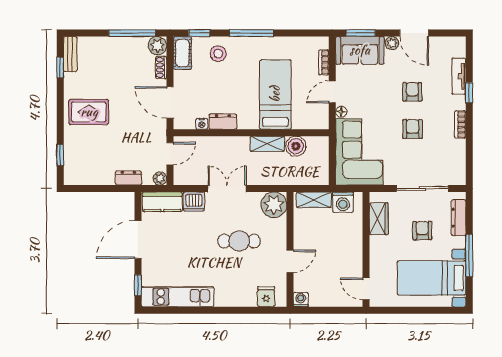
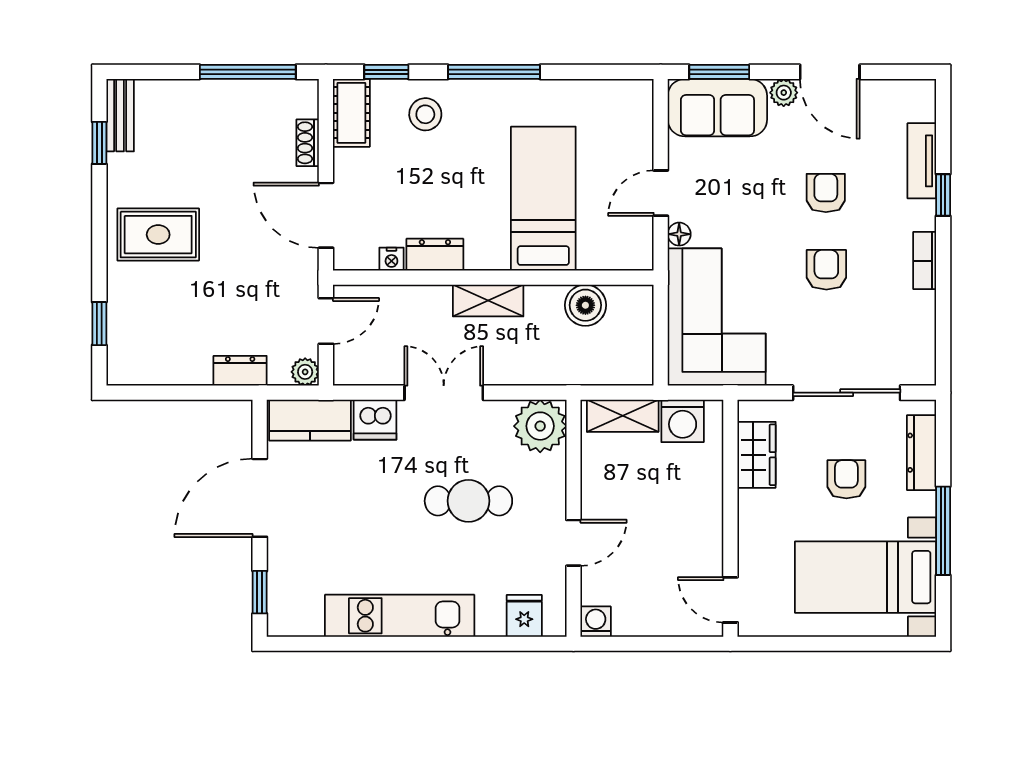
plant: (157, 46) -> (300, 98), removed
bookcase: (324, 62) -> (643, 132), removed
shelving: (267, 144) -> (488, 300), moved
kitchen unit: (177, 297) -> (400, 616), moved

